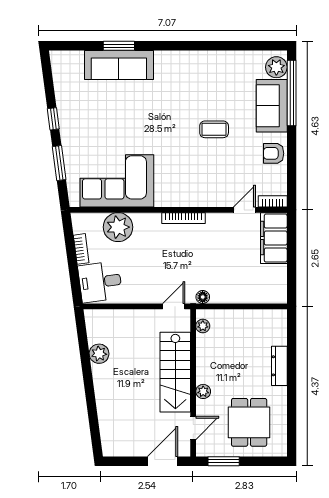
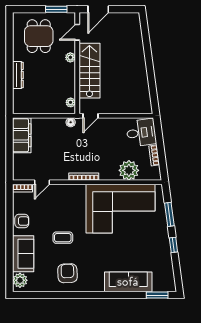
window: (119, 46) -> (157, 295), moved
armchair: (207, 77) -> (67, 273), added
window: (292, 93) -> (10, 263), removed
corner sofa: (117, 181) -> (121, 209), width x1.36, depth x1.36
filing cabinet: (274, 238) -> (22, 135), moved
plant: (99, 354) -> (142, 83), removed

